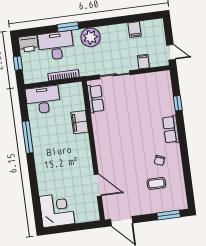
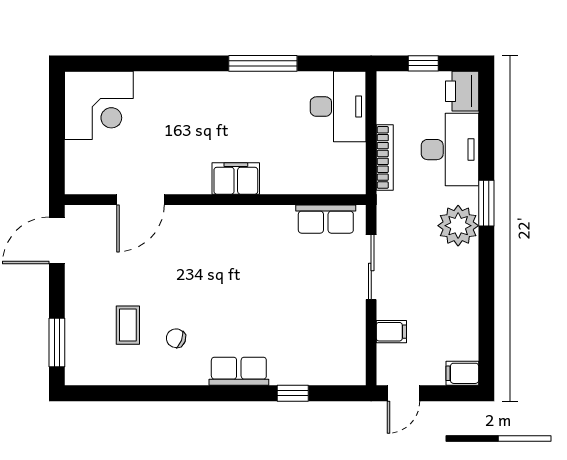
window: (68, 27) -> (486, 203), moved
filing cabinet: (134, 29) -> (462, 373), moved
filing cabinet: (80, 122) -> (236, 179), moved

